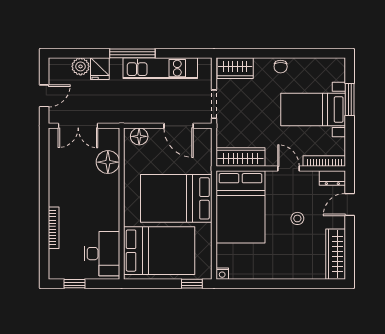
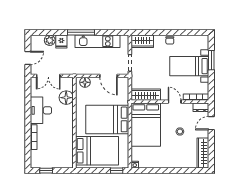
desk: (102, 254) -> (41, 110), moved, turned 180

